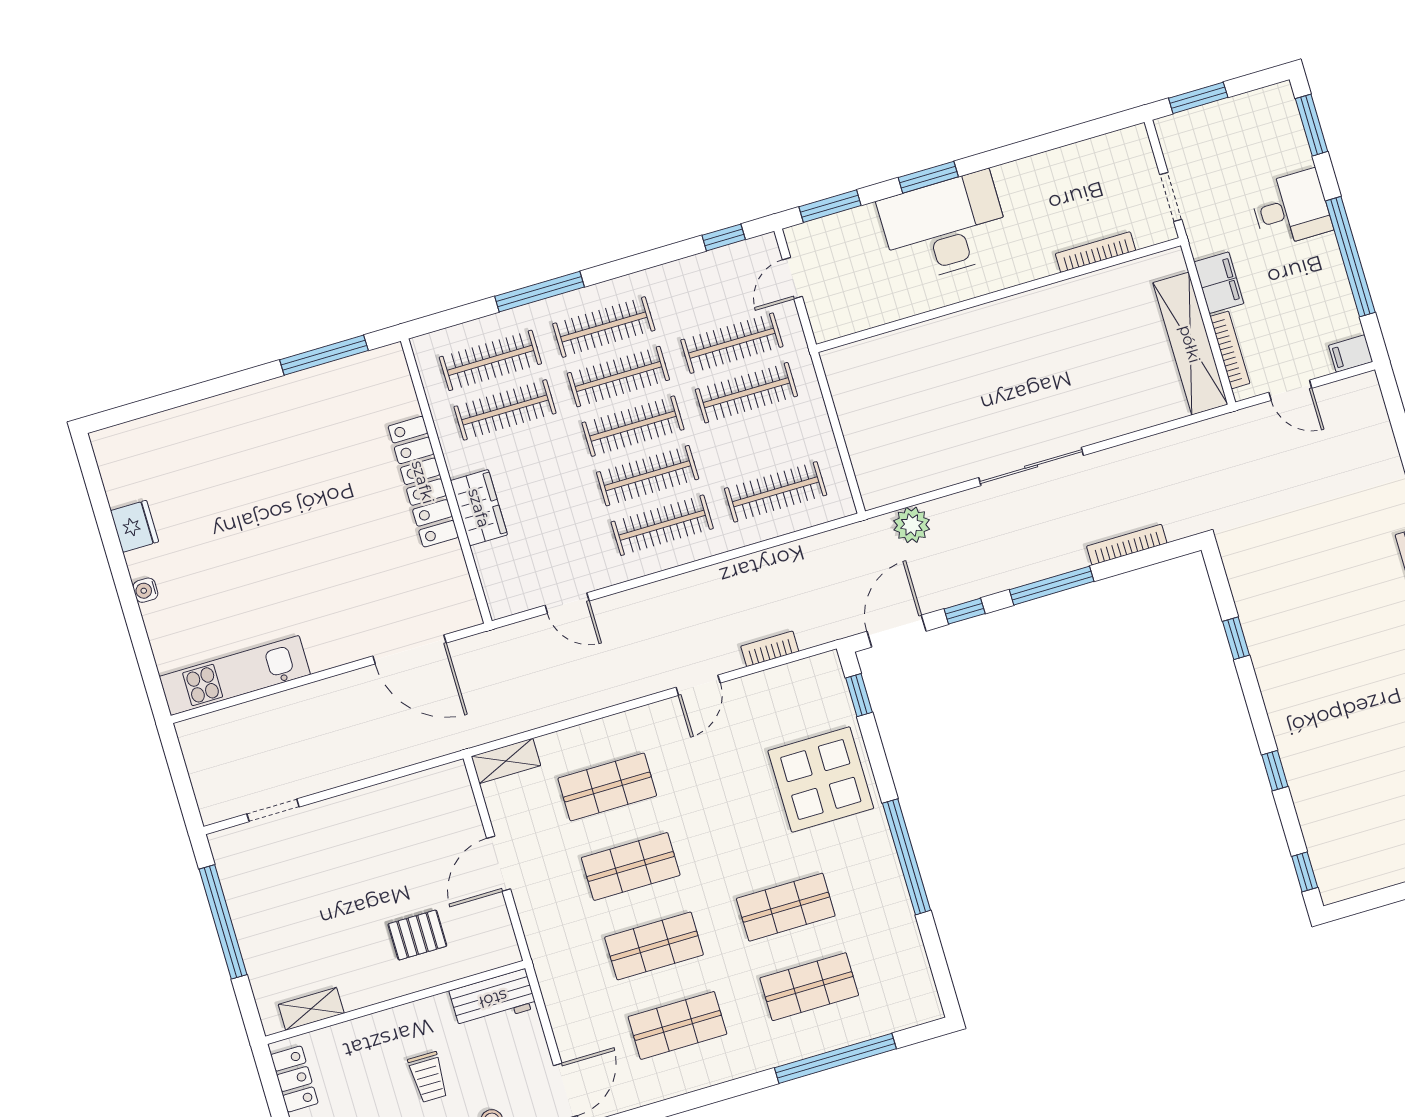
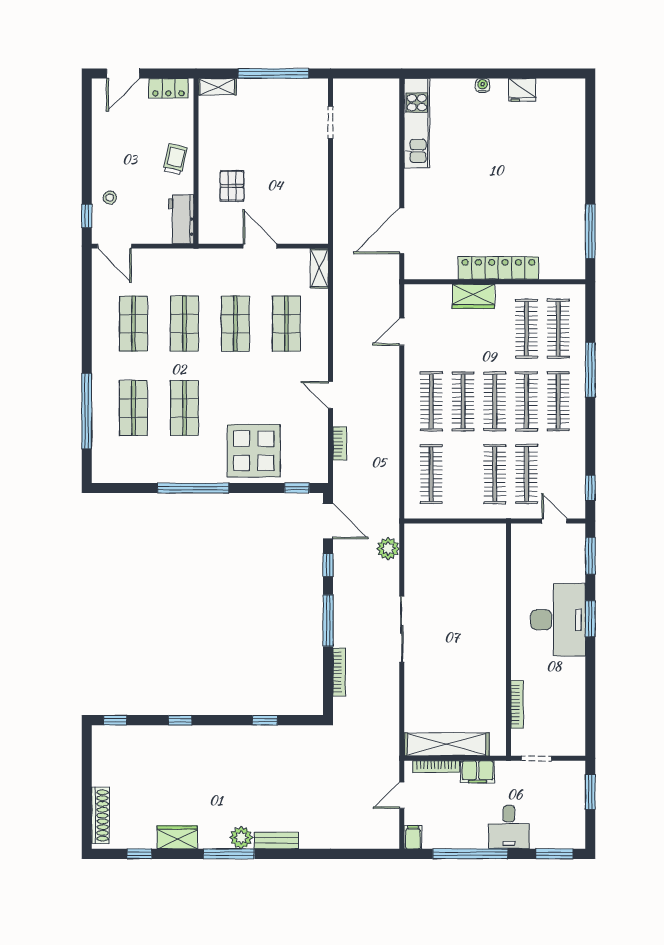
shelving: (311, 1009) -> (217, 87), moved, turned 90
trolley: (428, 1077) -> (175, 159), moved, turned 103

